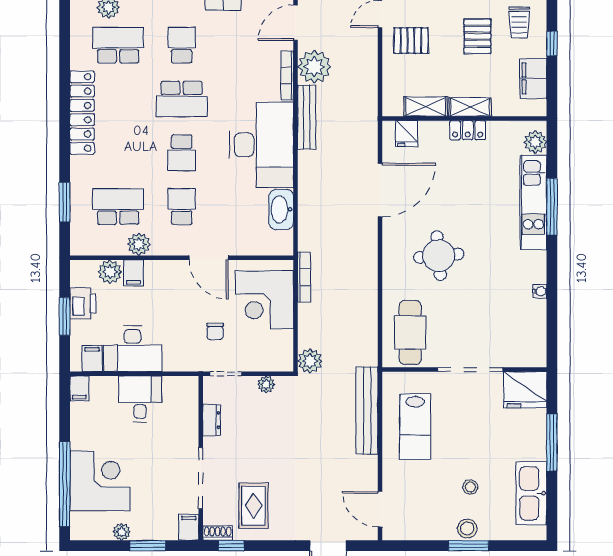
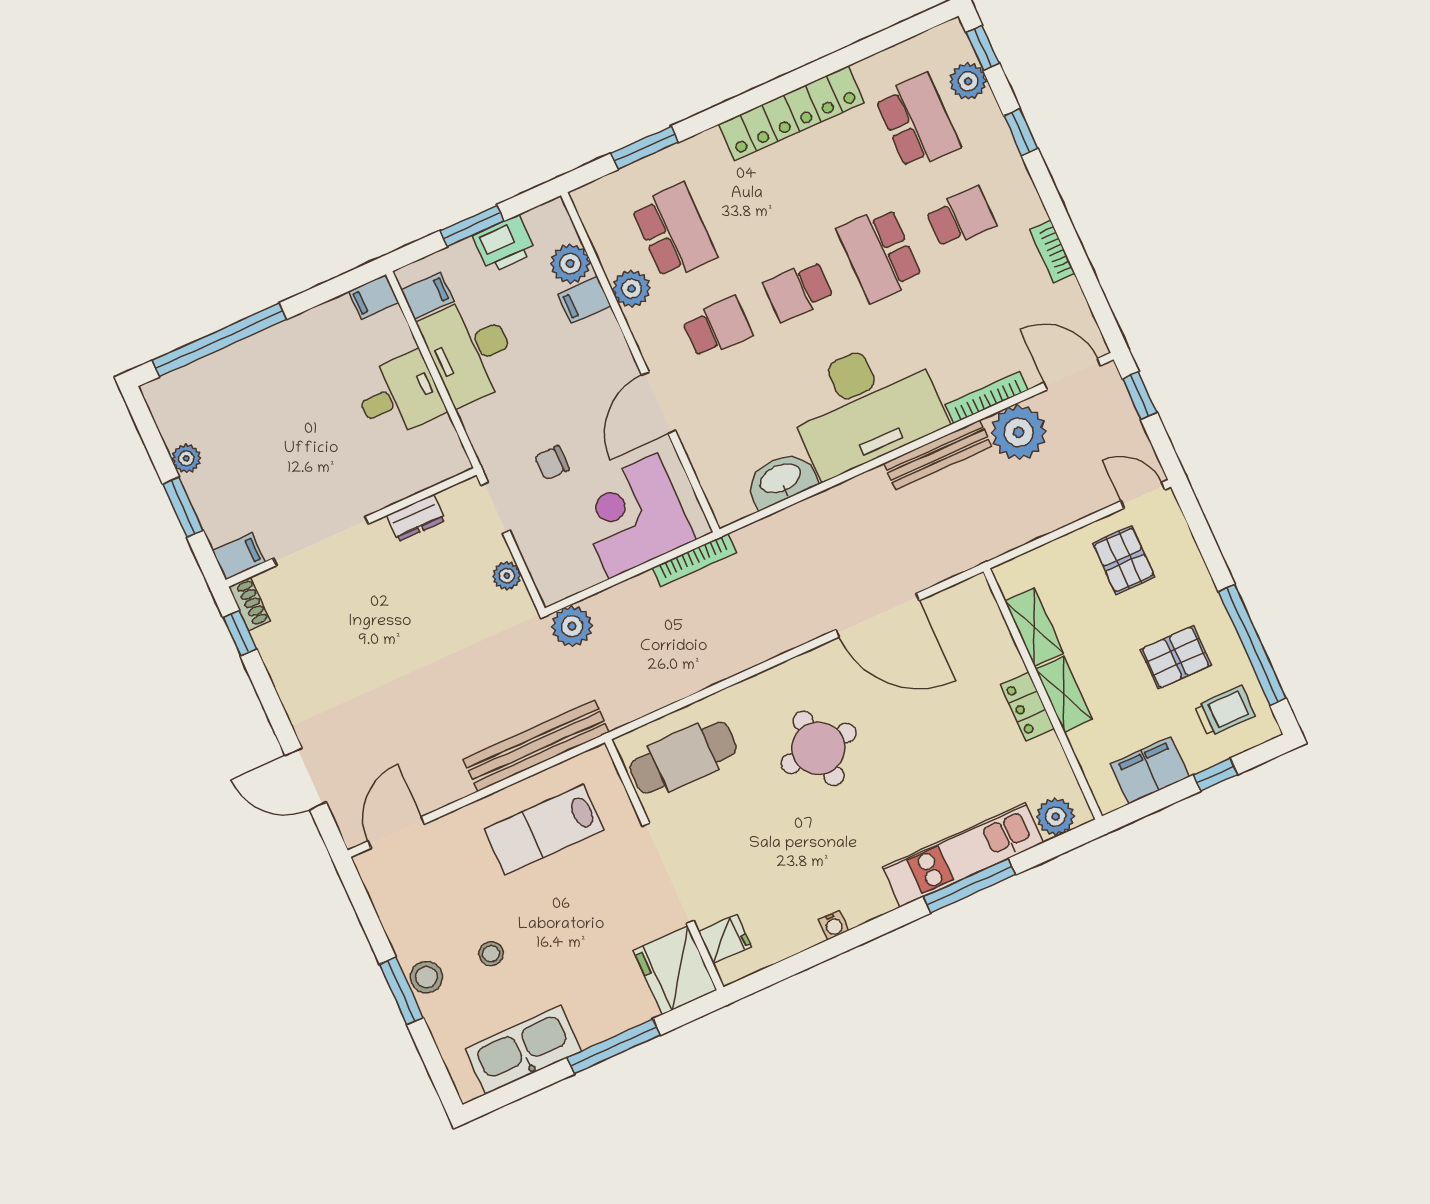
trolley: (519, 22) -> (1225, 711), turned 180
fridge: (407, 133) -> (725, 939), moved, turned 180
corner desk: (100, 481) -> (248, 391), removed
rug: (253, 506) -> (315, 639), removed

